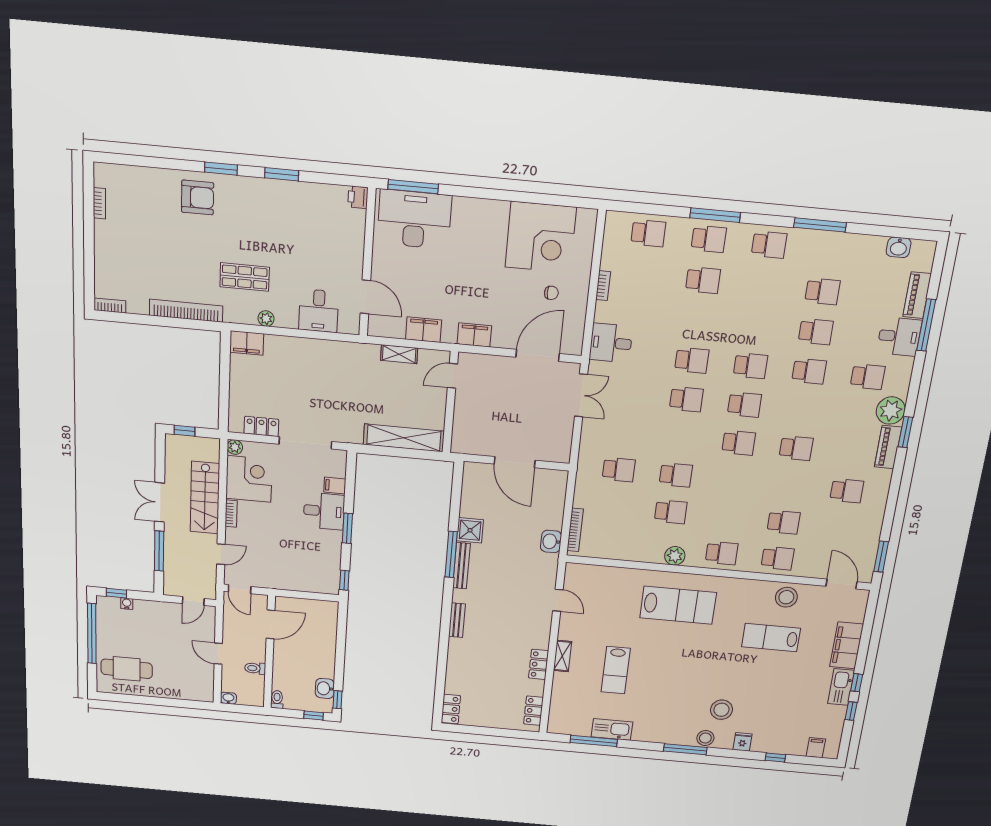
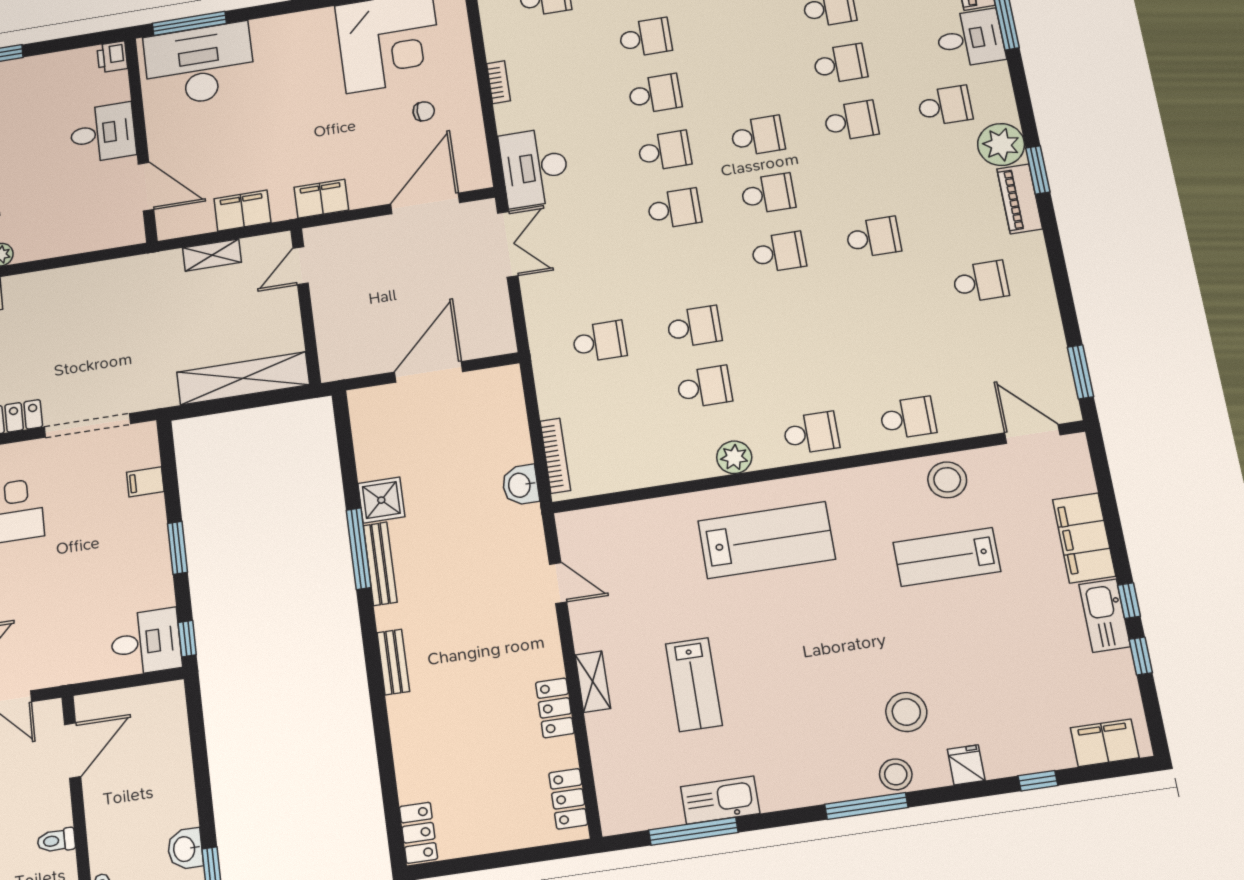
desk: (319, 311) -> (103, 133), moved, turned -90
desk: (611, 343) -> (534, 168), width x1.37
door: (515, 462) -> (429, 372), swing flipped
desk: (324, 511) -> (146, 642), moved
school desk: (784, 522) -> (655, 94), moved
filing cabinet: (816, 748) -> (1105, 743), width x2.00

